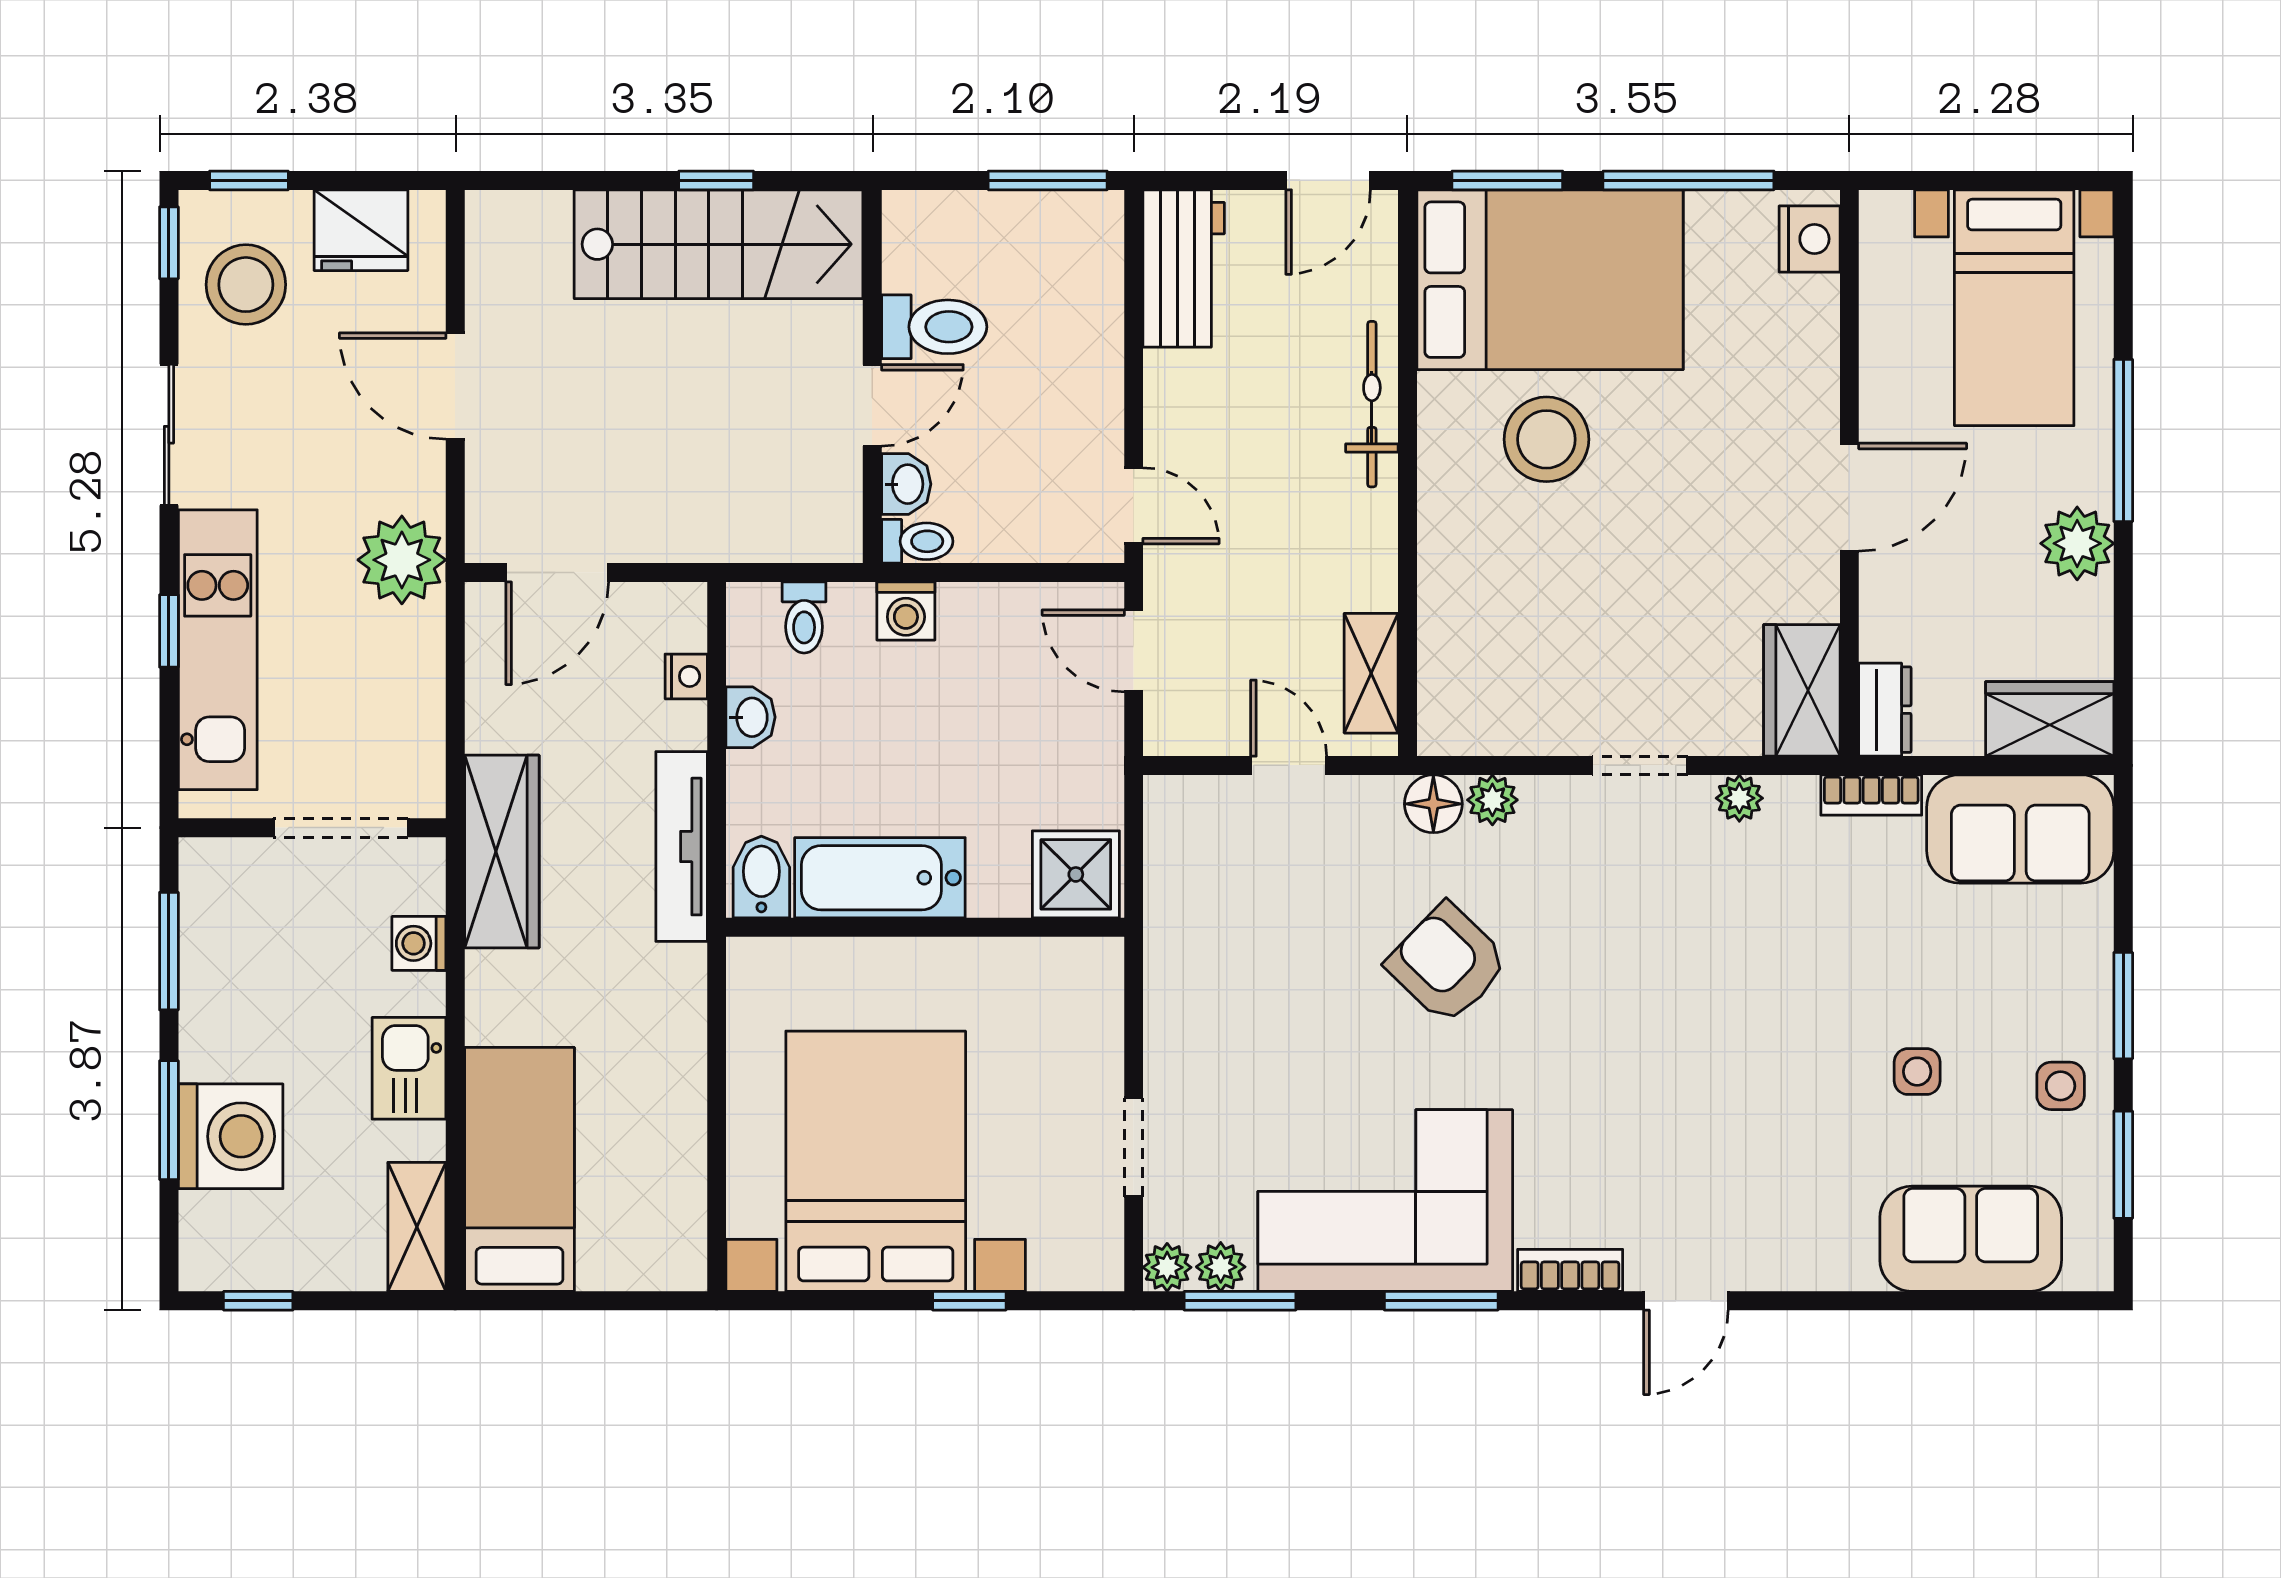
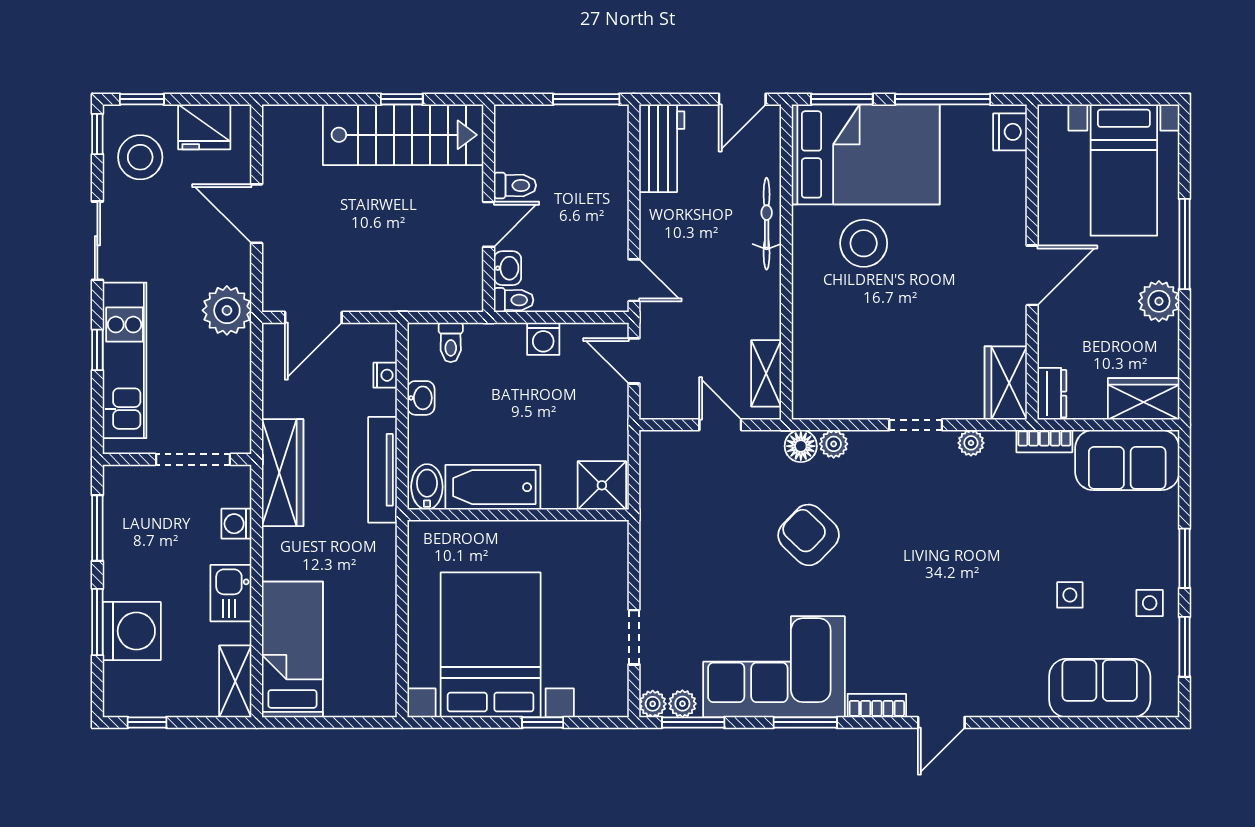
toilet: (934, 327) -> (515, 185), width x0.73, depth x0.72
washing machine: (906, 611) -> (543, 339), moved

